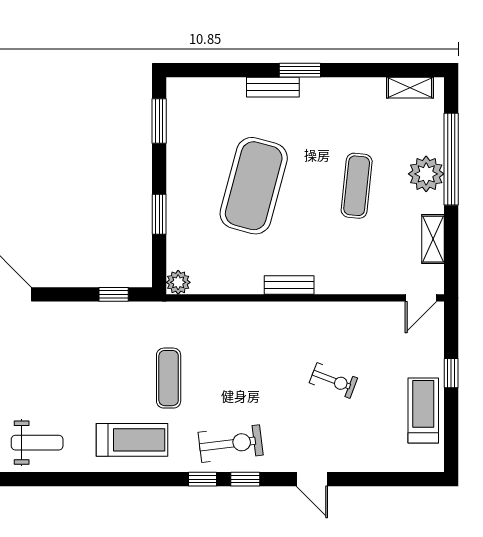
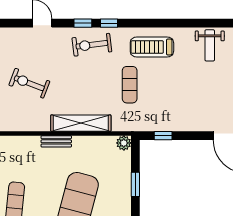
shelving: (249, 315) -> (81, 123), added
exercise bike: (333, 380) -> (29, 83), width x1.38, depth x1.39
weight bench: (37, 443) -> (210, 45), turned -90

